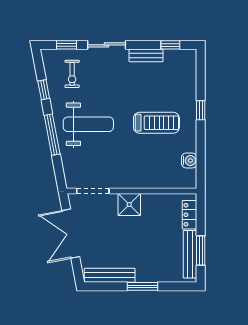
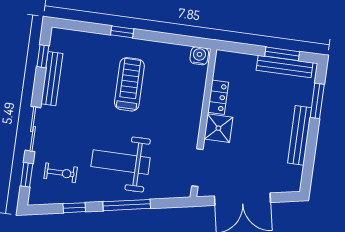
bench: (146, 55) -> (52, 79), width x1.36
weight bench: (88, 124) -> (121, 162), turned -90
water cooler: (189, 160) -> (199, 56), moved
locker: (190, 215) -> (218, 97), moved, turned -90
bench: (110, 275) -> (300, 135), moved
window: (143, 286) -> (317, 101), moved

